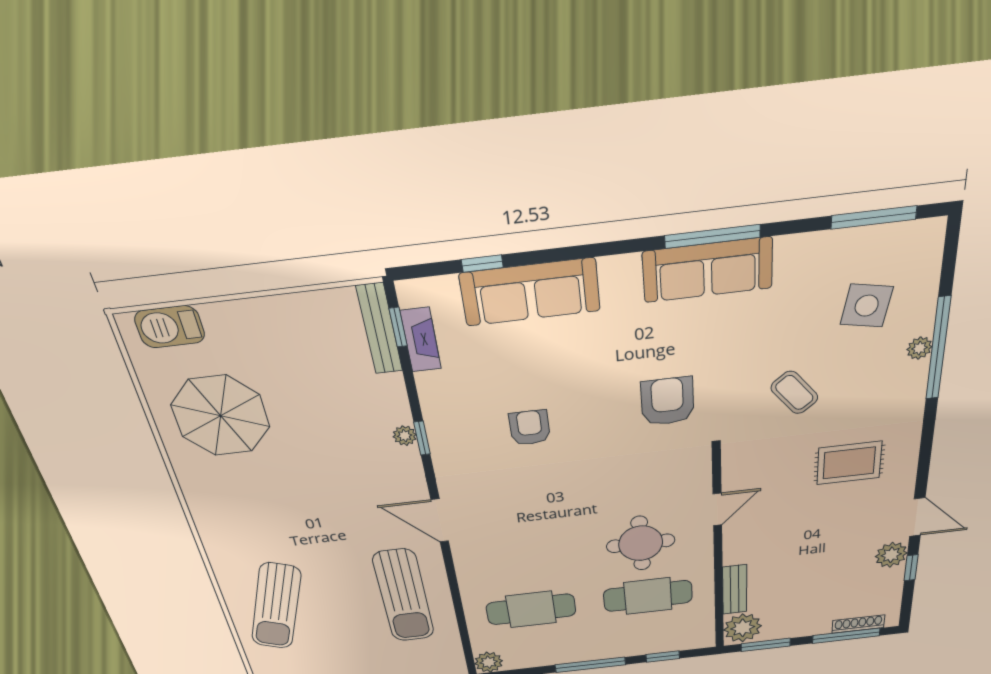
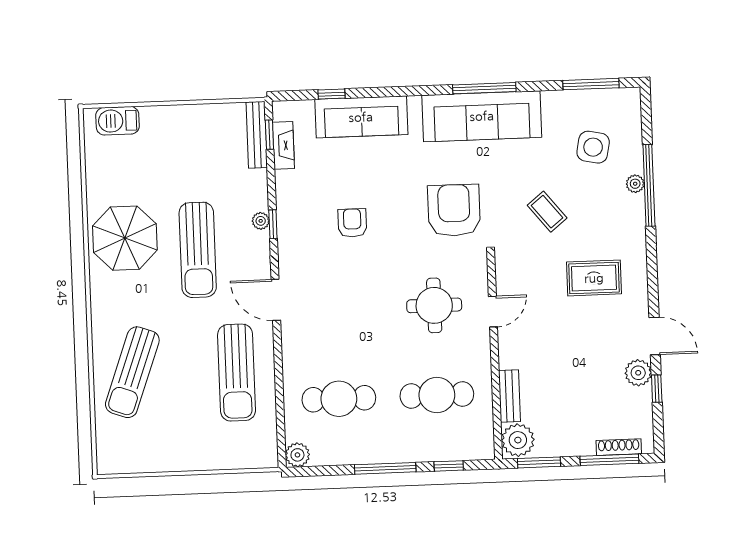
sofa: (708, 270) -> (482, 116), width x1.36, depth x1.27
armchair: (667, 401) -> (454, 210), width x1.36, depth x1.36
parasol: (221, 416) -> (125, 238), moved
sun lounger: (327, 476) -> (198, 250), added
round table: (641, 543) -> (434, 305), moved

